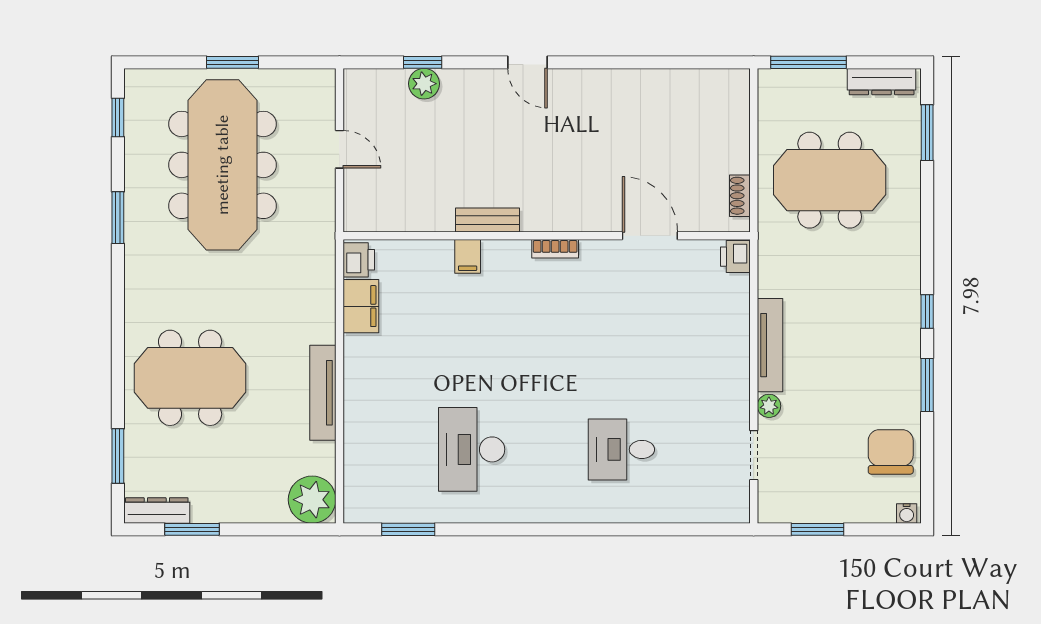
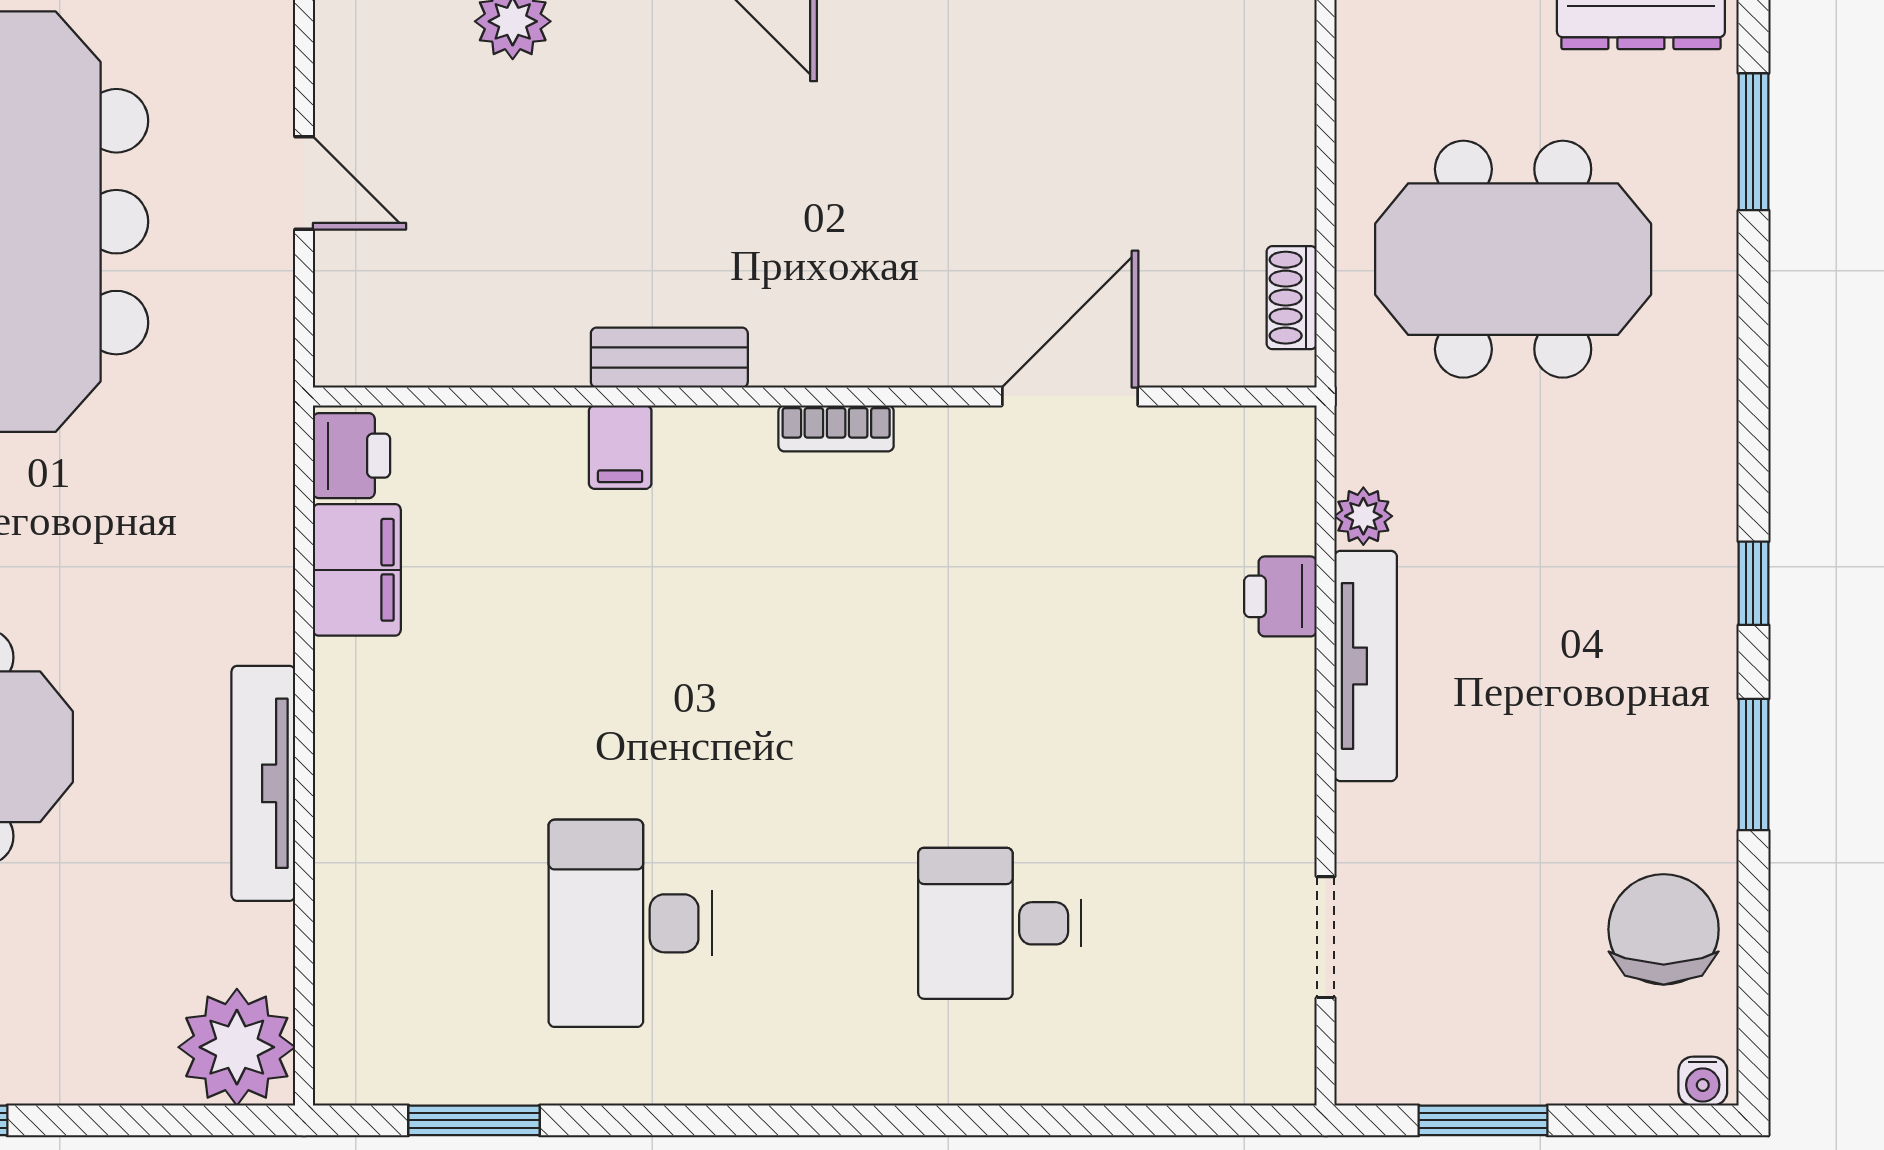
door: (650, 236) -> (1070, 396), hinge flipped
printer: (735, 257) -> (1280, 596), moved
plant: (769, 406) -> (1363, 516), moved

